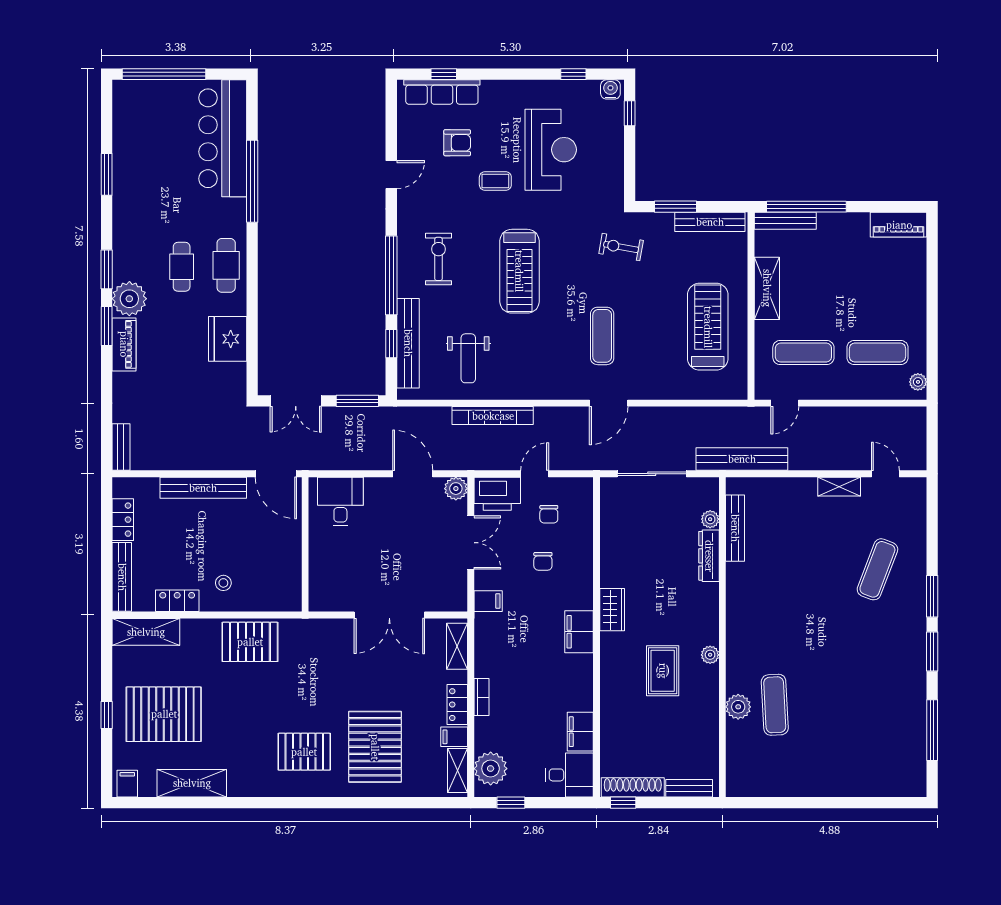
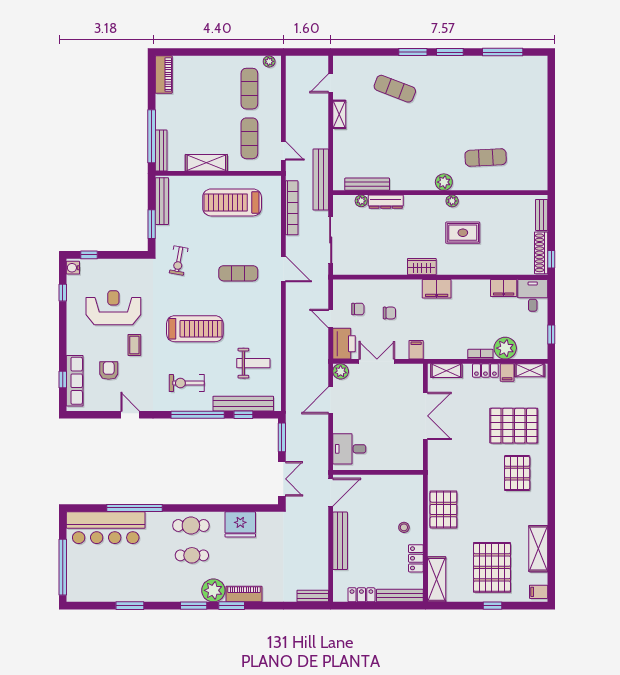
bookcase: (493, 416) -> (292, 208), moved
plant: (738, 707) -> (444, 182), moved
plant: (491, 769) -> (505, 348), moved

